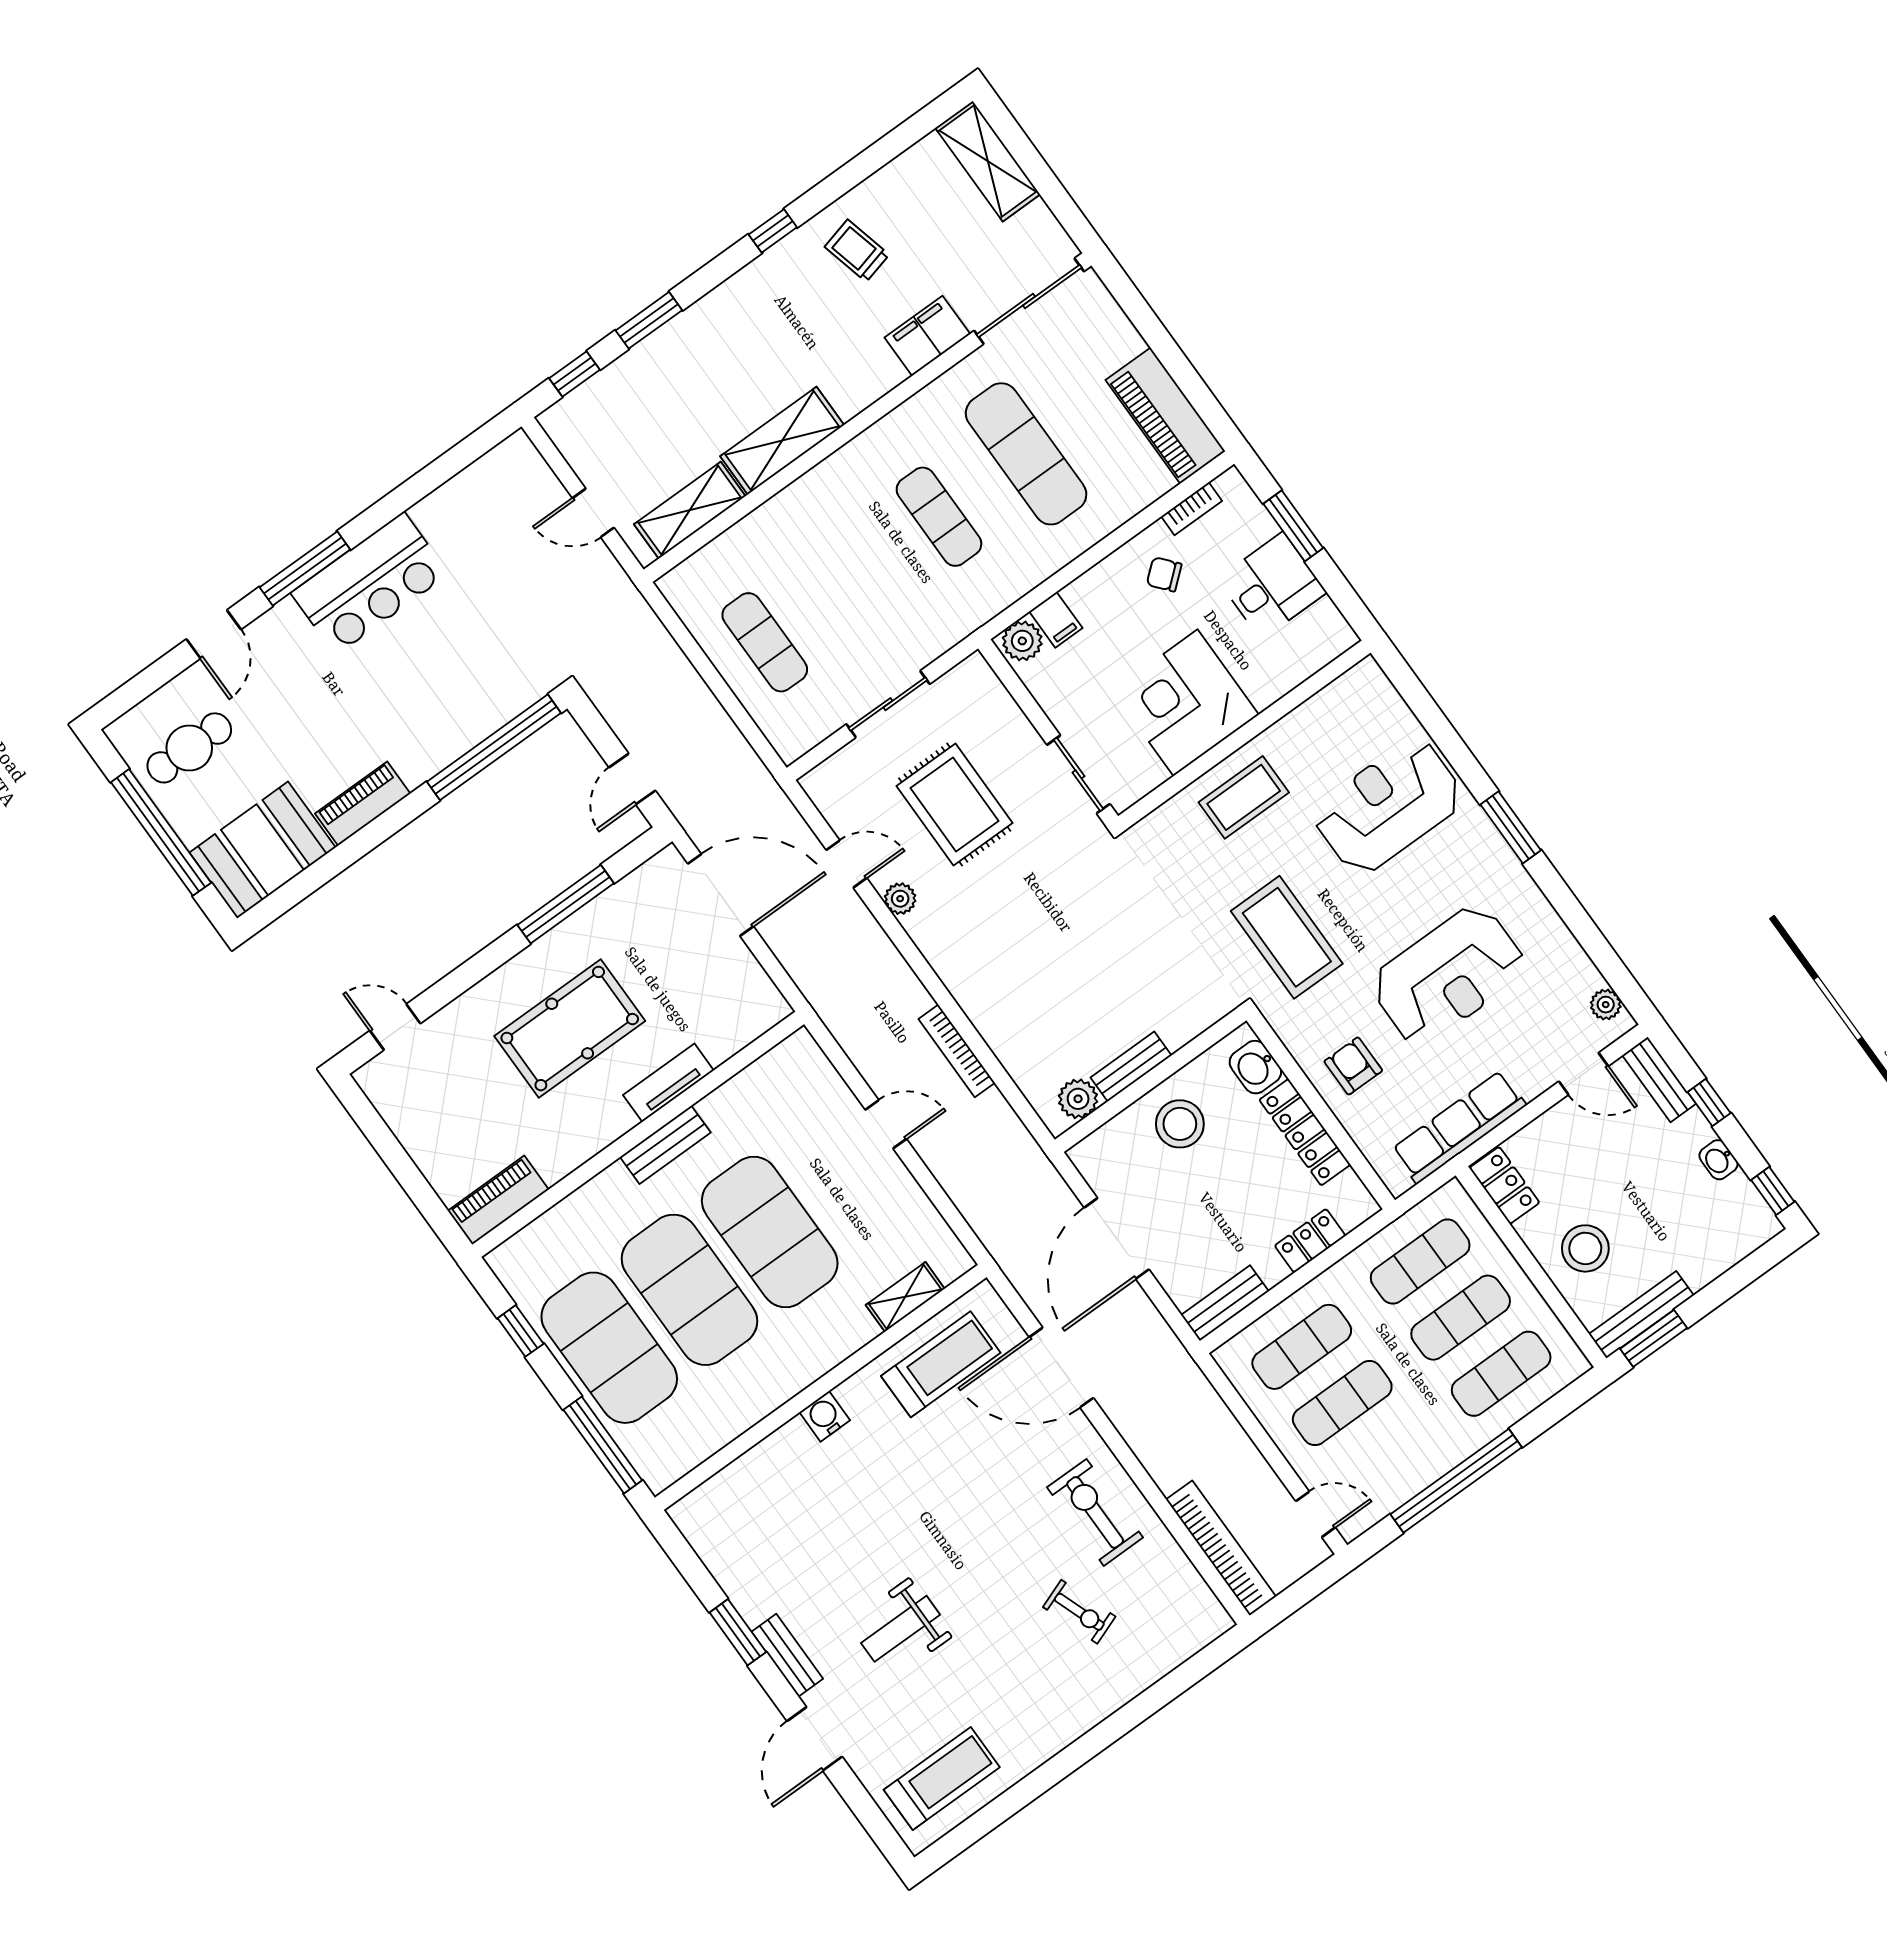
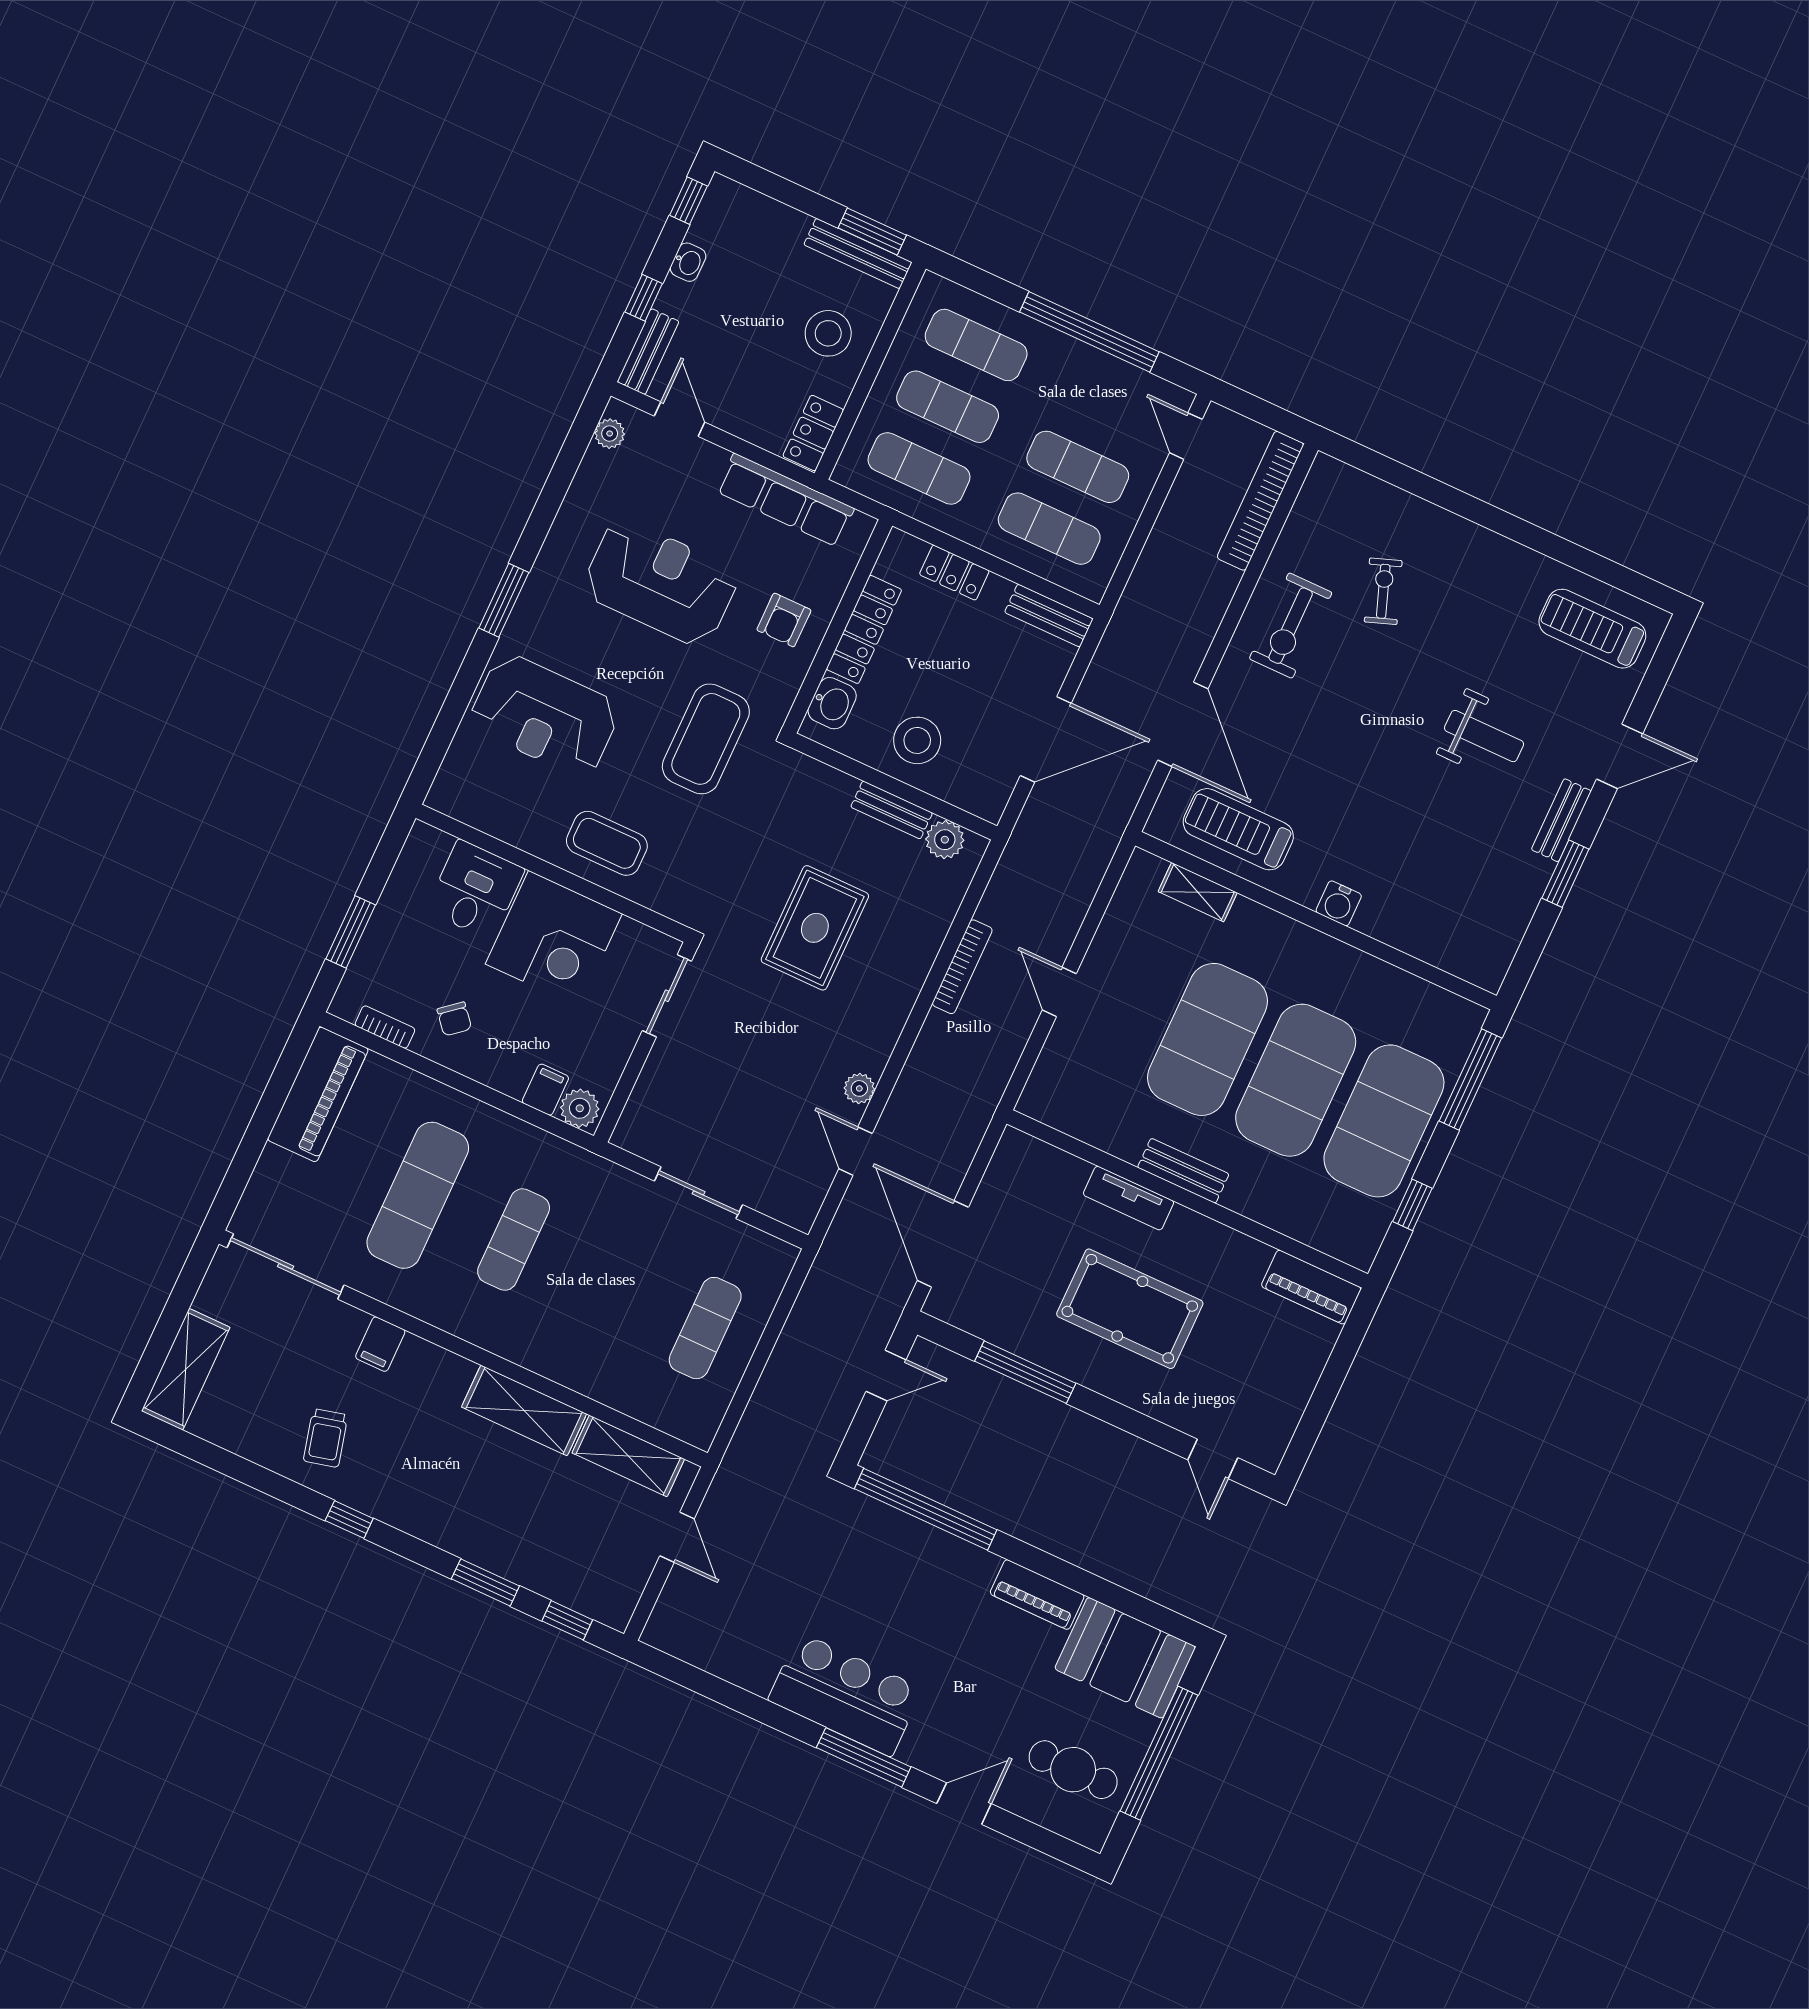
filing cabinet: (927, 336) -> (380, 1344), width x0.50
desk: (1272, 586) -> (475, 890), moved, turned 90
rug: (954, 805) -> (815, 928), moved

